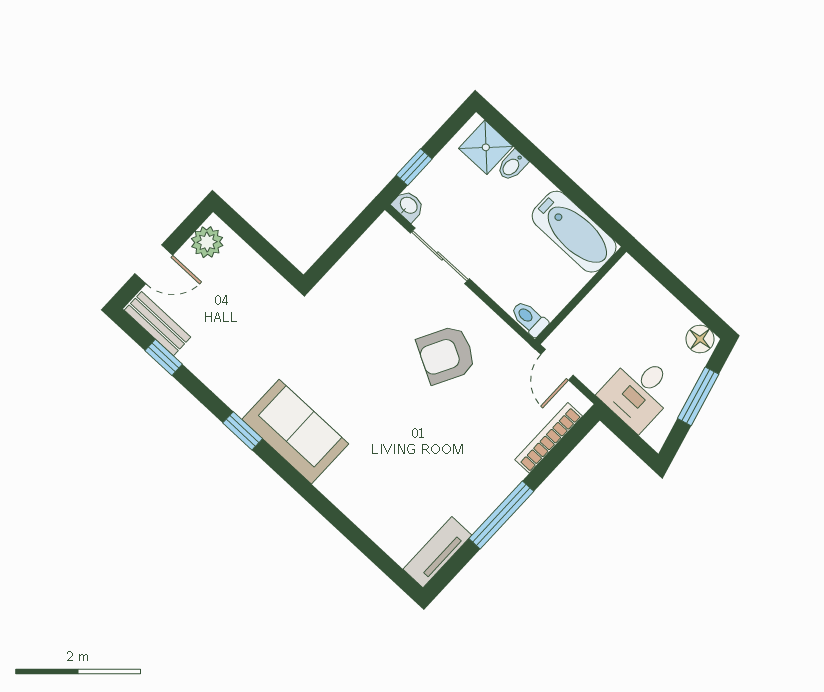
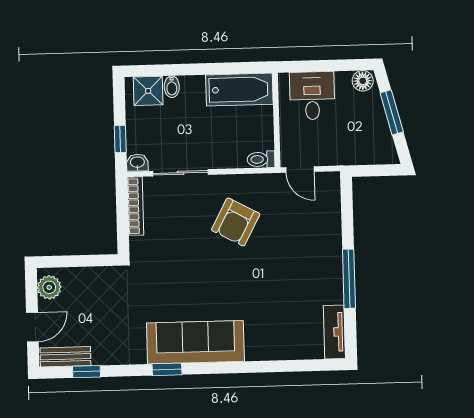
desk: (639, 392) -> (312, 96), moved, turned 180
sofa: (295, 432) -> (195, 342), width x1.36
bookcase: (549, 438) -> (135, 206), moved, turned 180

